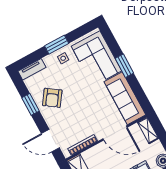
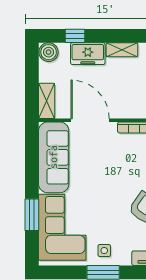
window: (124, 66) -> (32, 215), moved

